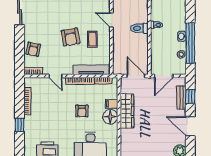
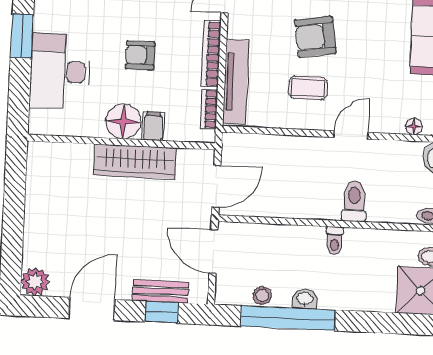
toilet: (139, 28) -> (354, 201), moved

